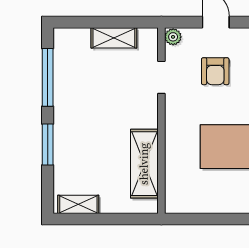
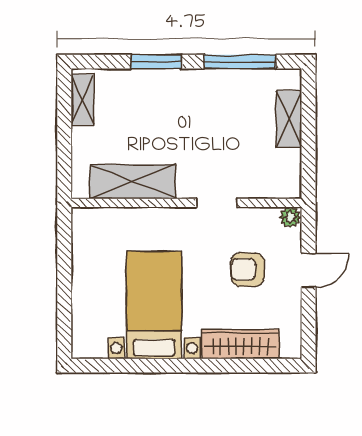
shelving: (114, 38) -> (289, 119), moved
doorway: (161, 77) -> (217, 203), moved

